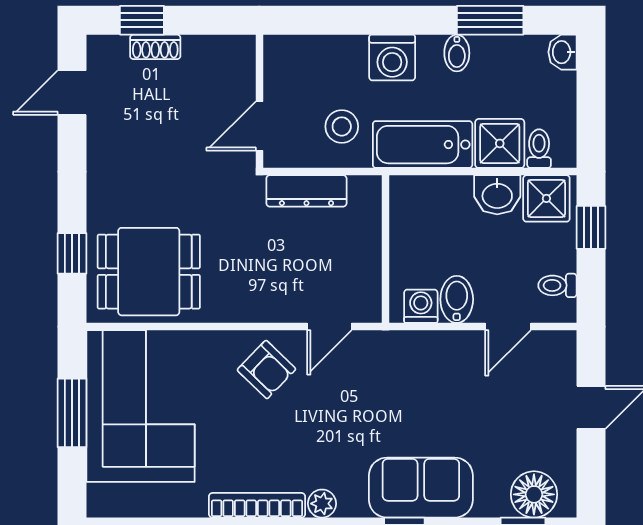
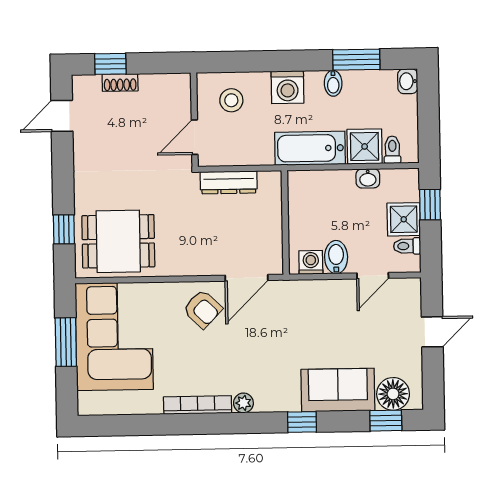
stool: (342, 126) -> (231, 100), moved
washbasin: (497, 195) -> (368, 178), width x0.72, depth x0.69
shower: (546, 198) -> (404, 219), moved
door: (329, 327) -> (247, 278), width x1.38
sofa: (421, 488) -> (338, 390), moved

